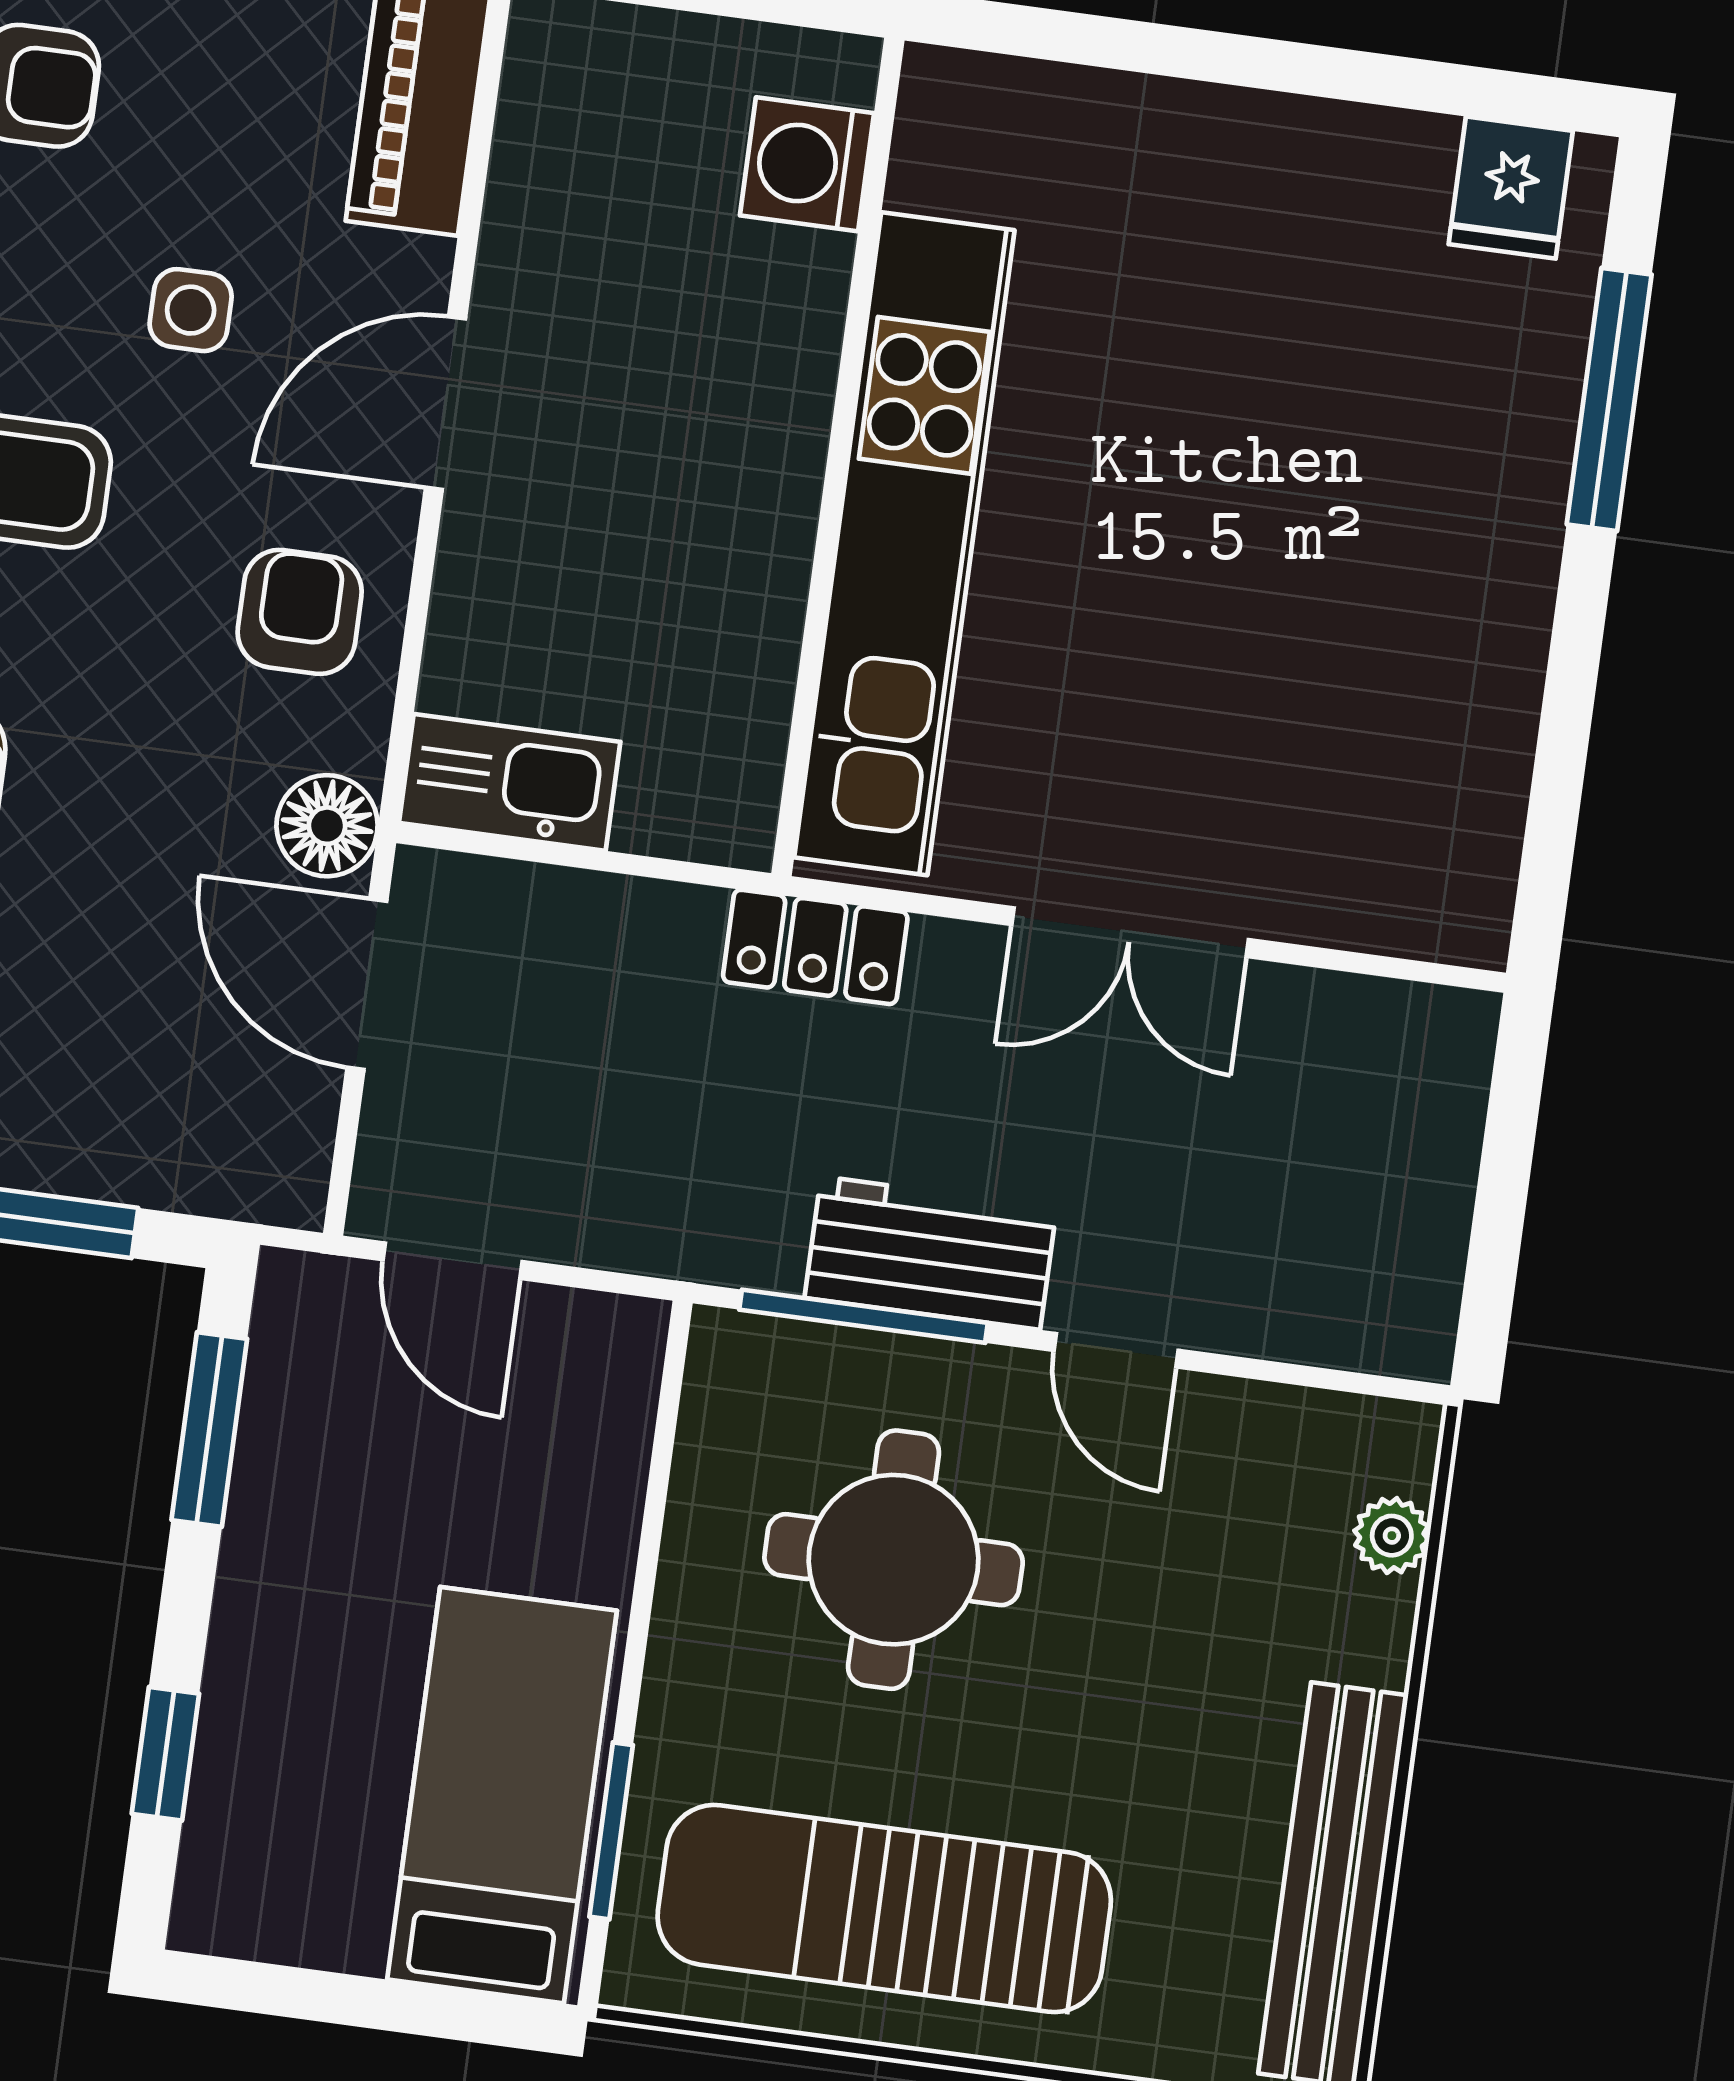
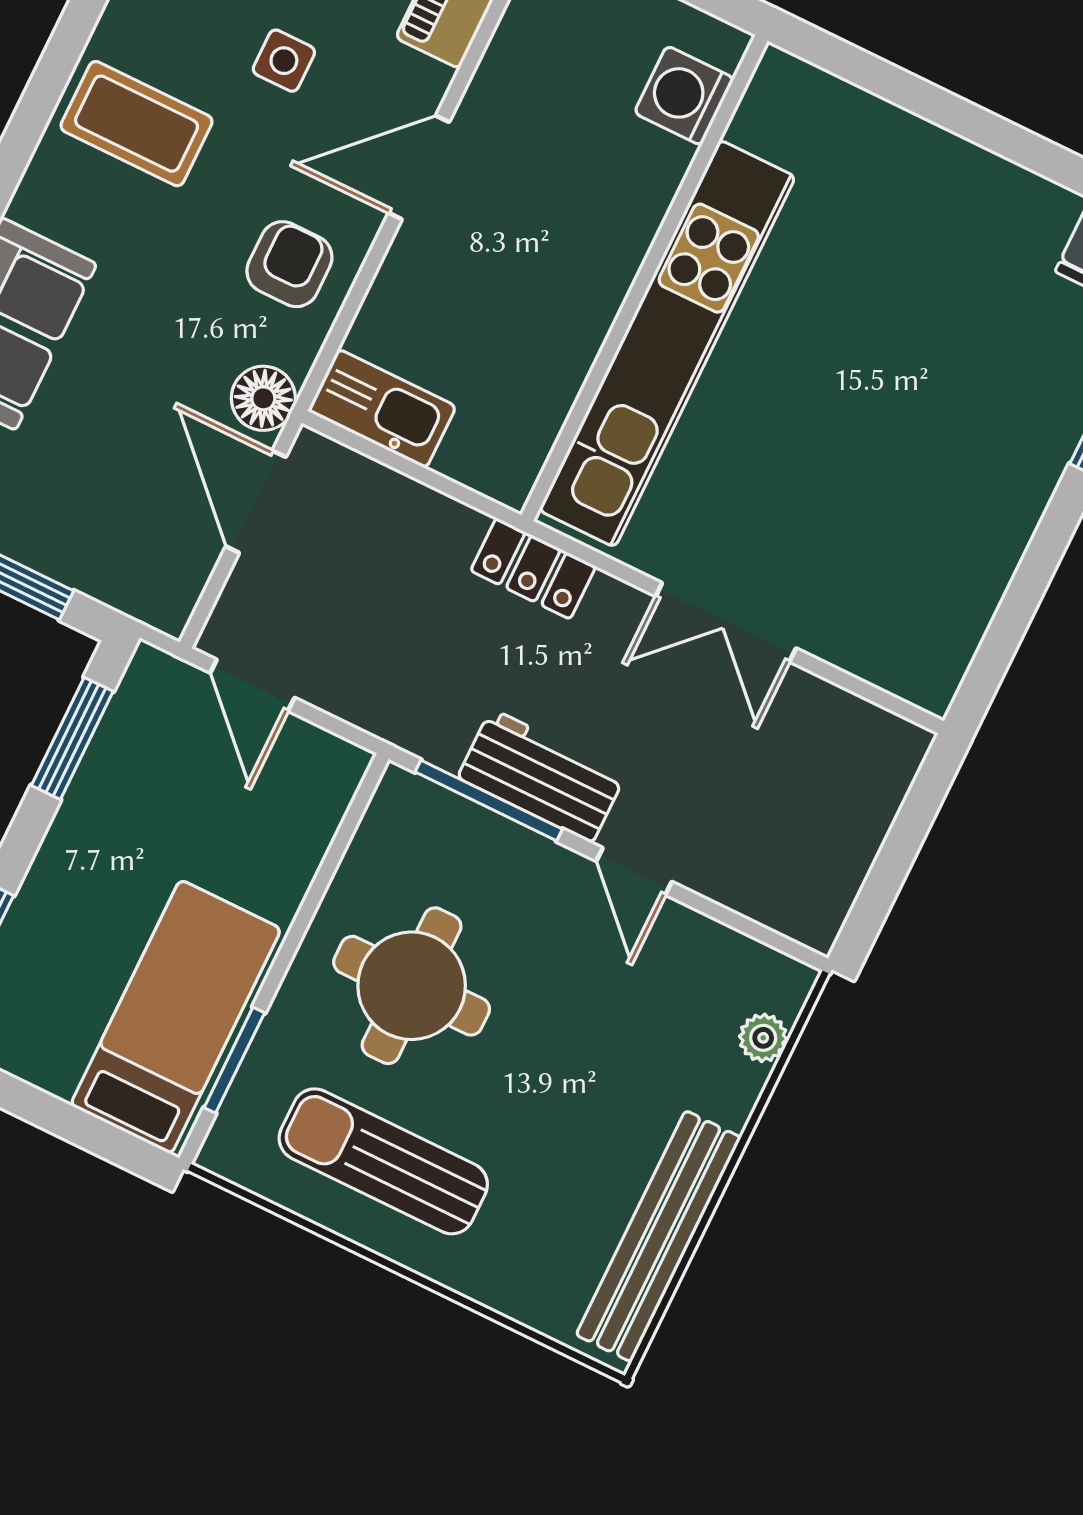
round table: (894, 1560) -> (412, 986), moved
sun lounger: (884, 1908) -> (383, 1161), width x0.73, depth x0.75

